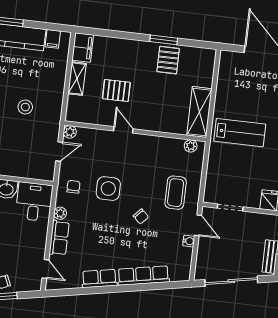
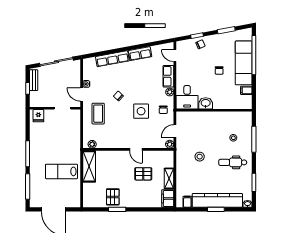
lab bench: (240, 133) -> (61, 171), moved

